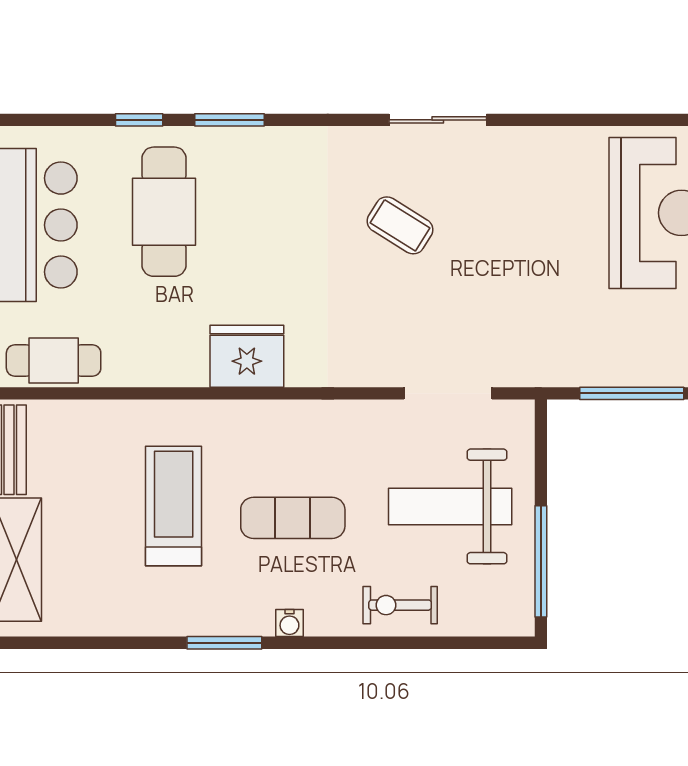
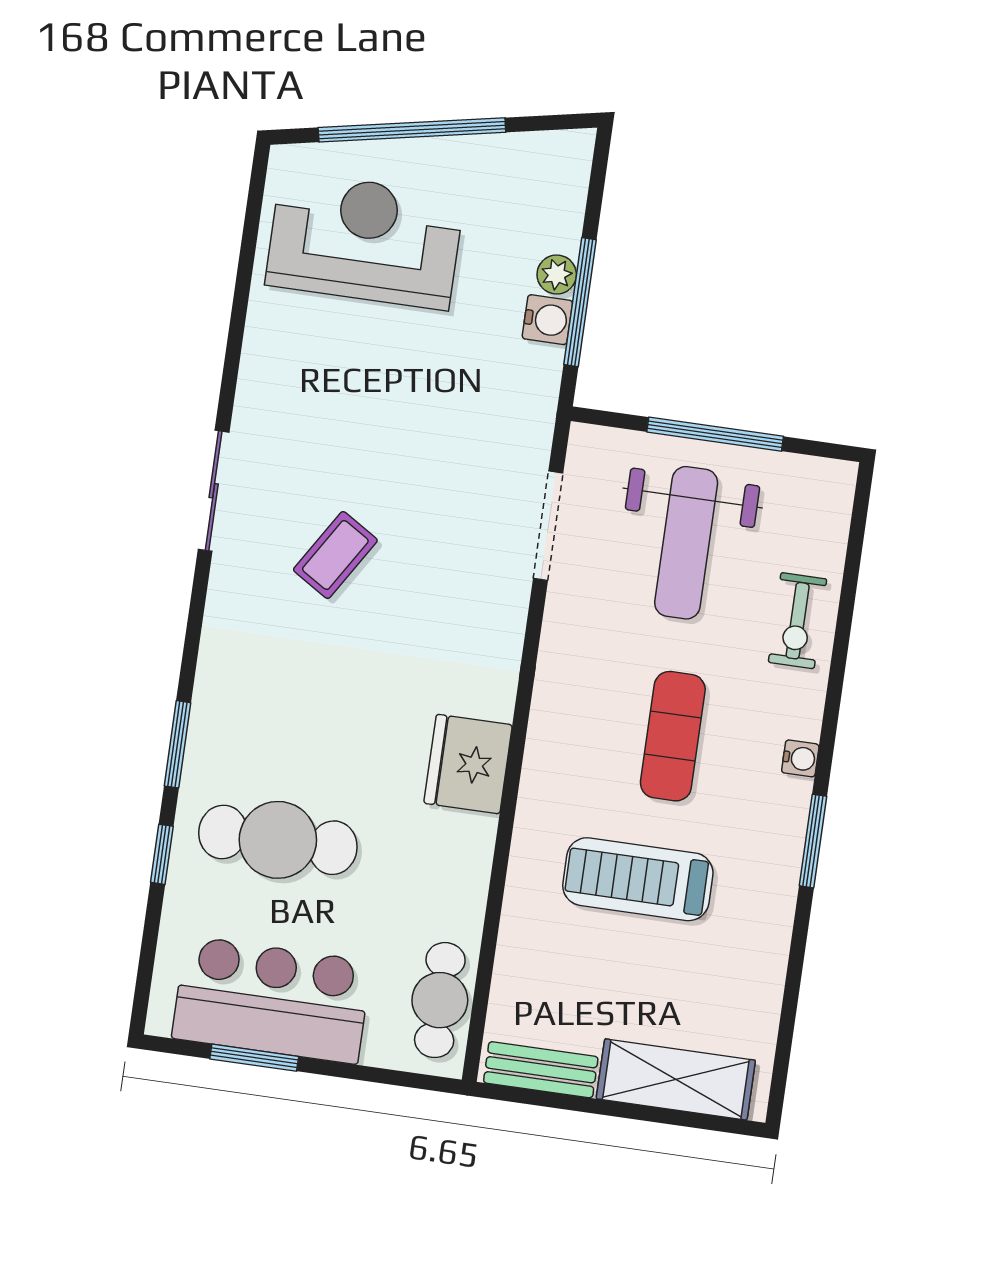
water cooler: (614, 369) -> (547, 320), added
plant: (651, 371) -> (557, 275), added
window: (541, 561) -> (715, 434), moved

